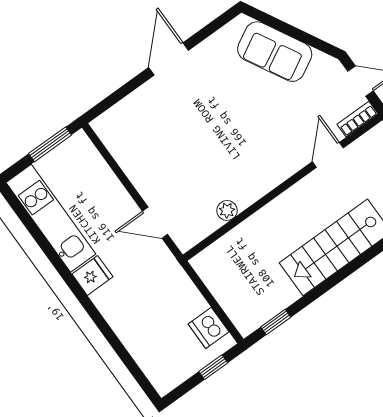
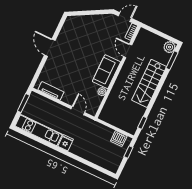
sofa: (275, 52) -> (106, 72), moved, turned 119
tv unit: (121, 150) -> (51, 91), added
door: (155, 223) -> (78, 111), swing flipped

